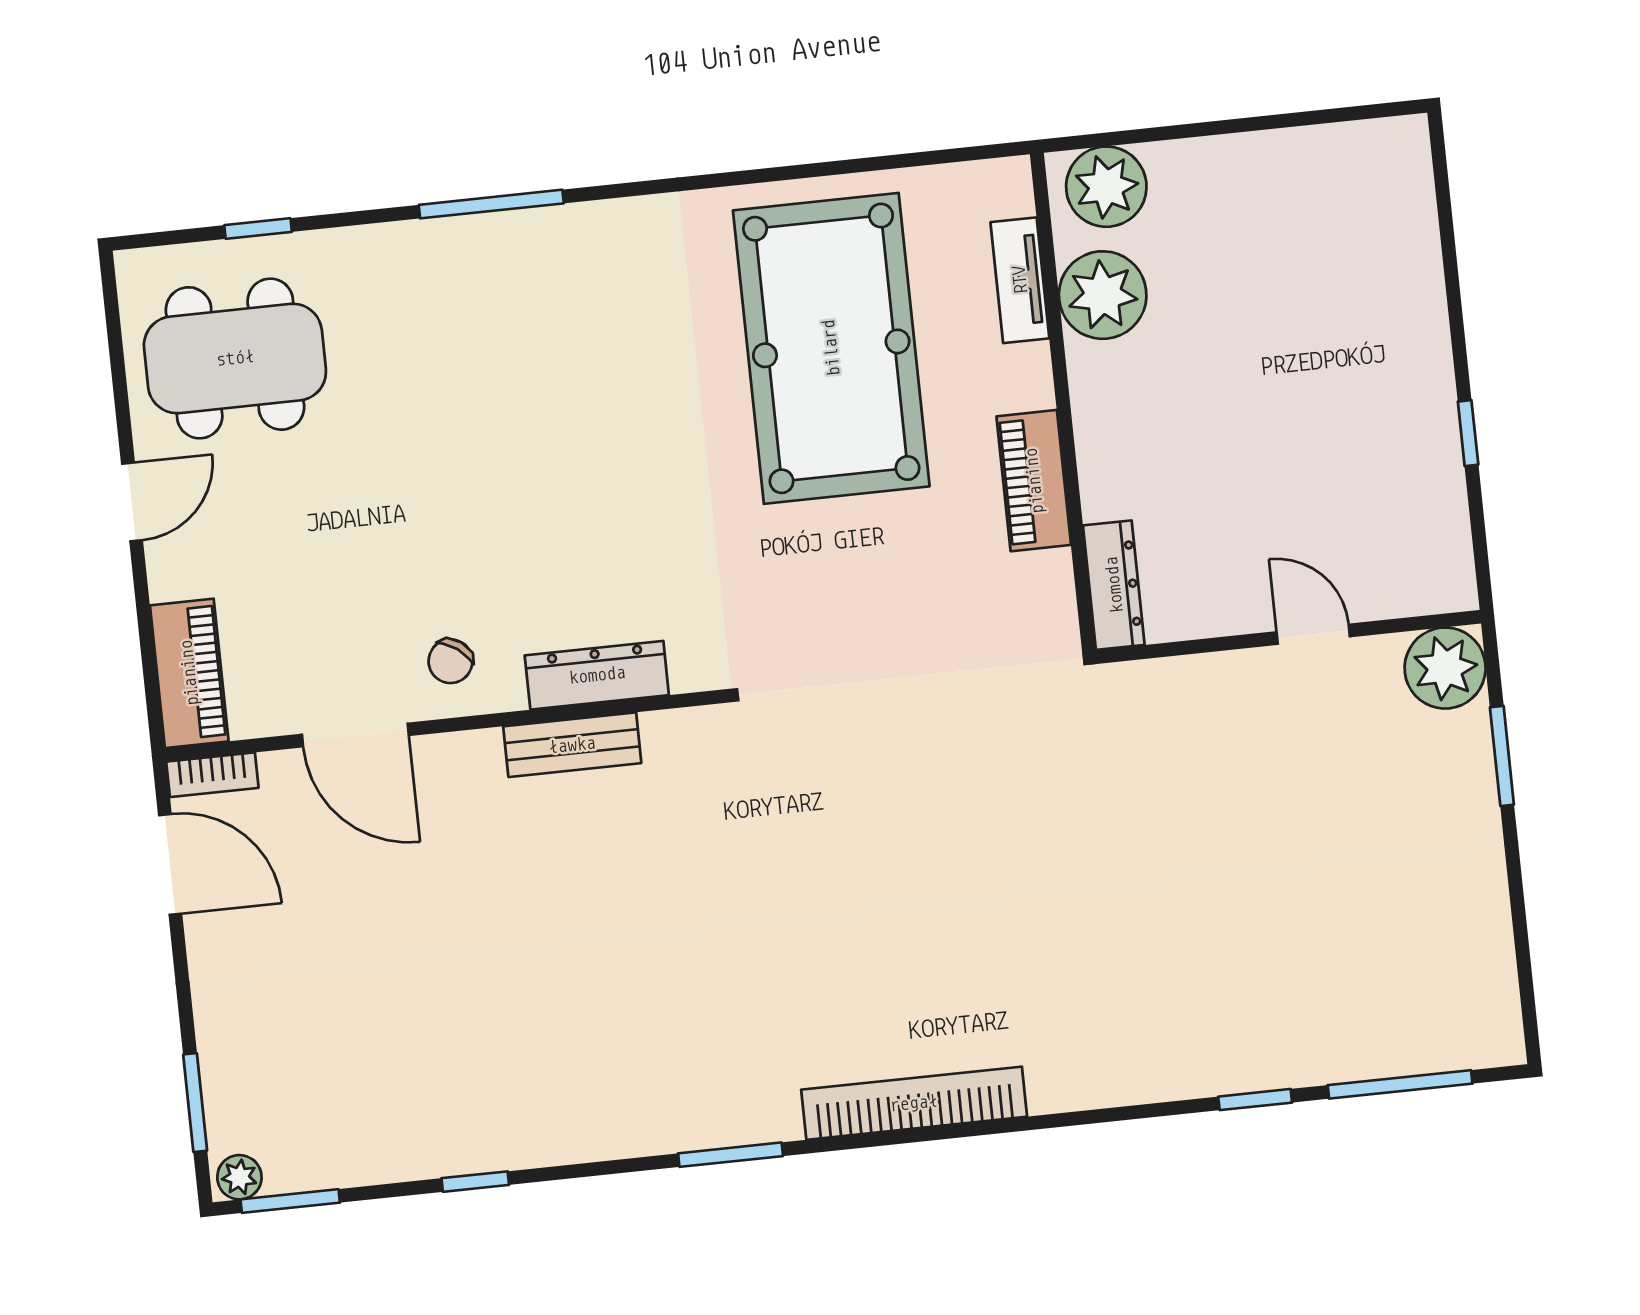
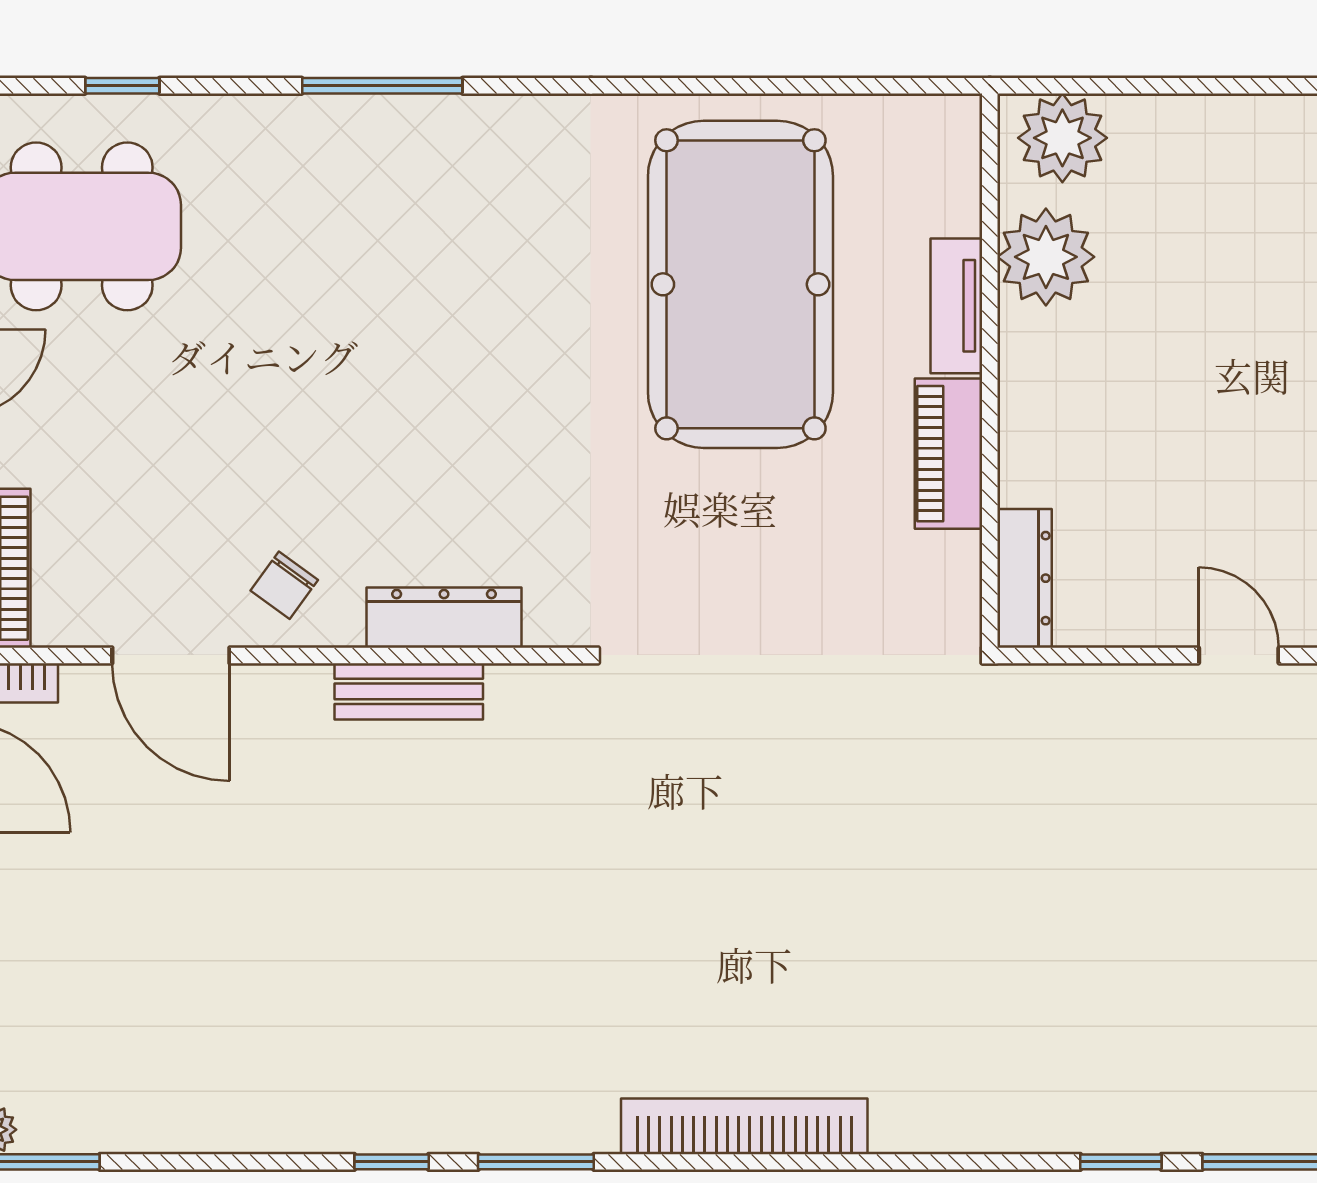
tv unit: (1020, 280) -> (956, 306), moved
window: (475, 1182) -> (392, 1162), moved

